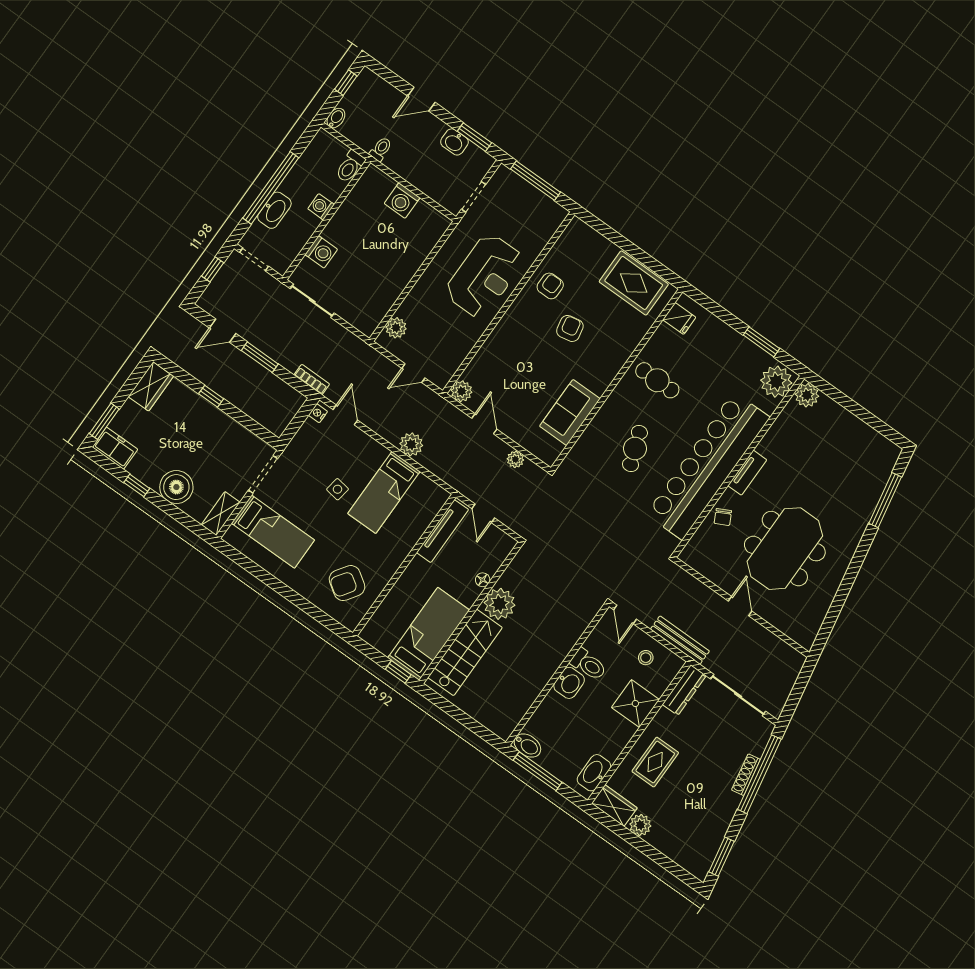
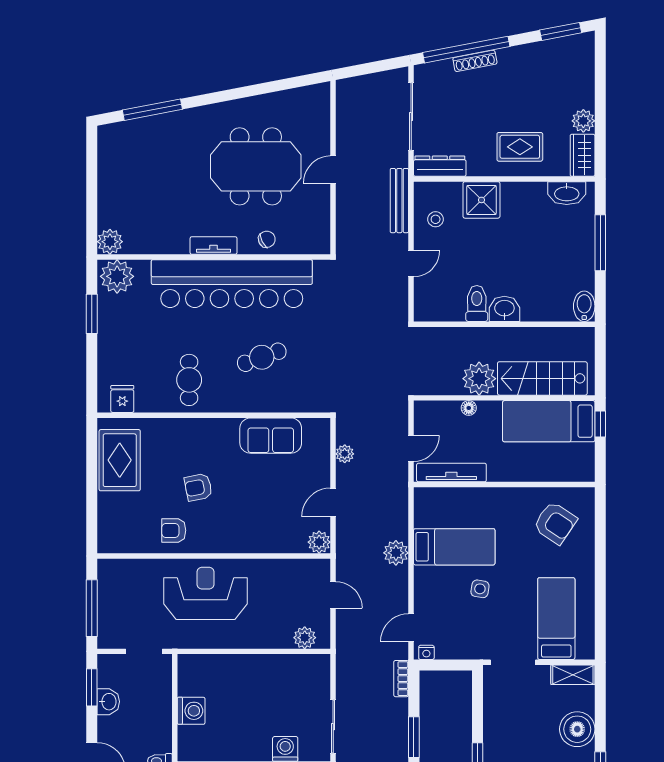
toilet: (588, 664) -> (477, 304), moved
wall: (557, 674) -> (504, 324), moved
washbasin: (569, 683) -> (504, 309), moved
bidet: (527, 746) -> (584, 306), moved

